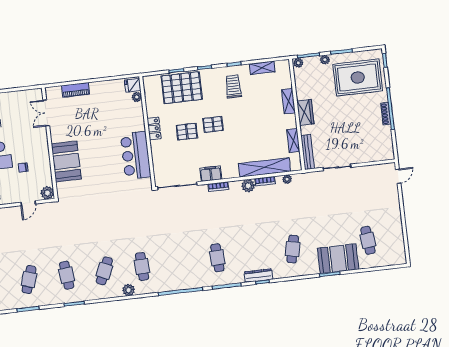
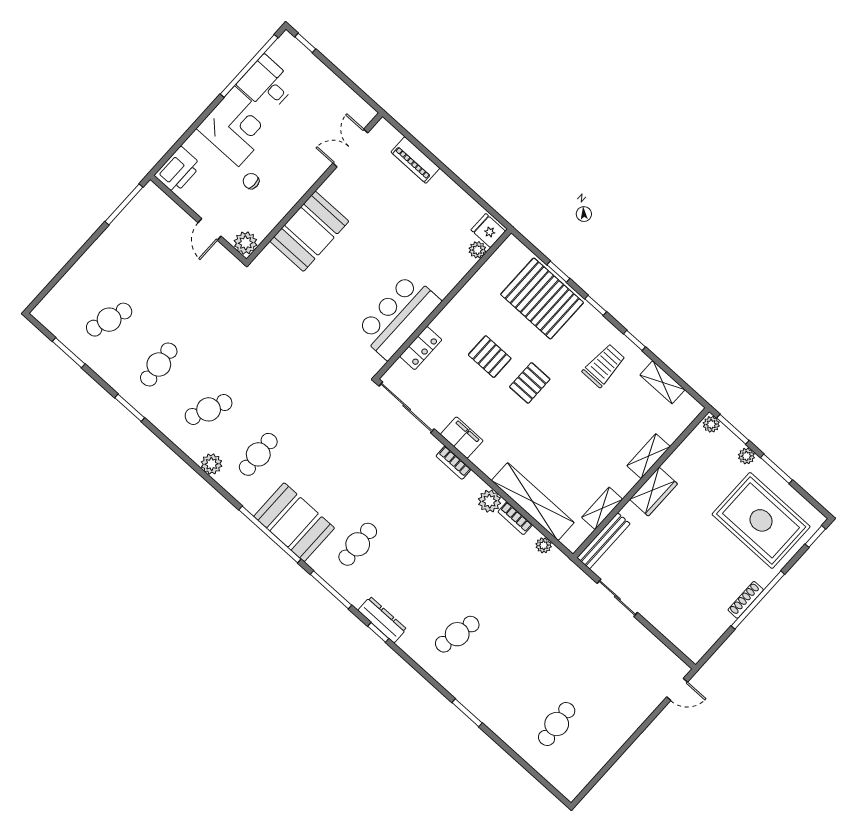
pallet: (213, 124) -> (530, 383), turned 90
locker: (154, 128) -> (421, 348), moved
door: (28, 203) -> (210, 229), hinge flipped
booth: (338, 259) -> (294, 522), moved

